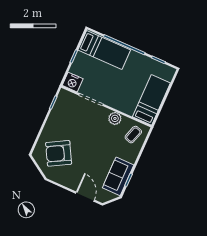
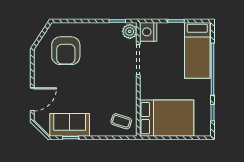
bed: (151, 100) -> (167, 118), width x1.50
plant: (115, 118) -> (130, 31), moved
armchair: (59, 153) -> (66, 51), turned -151

